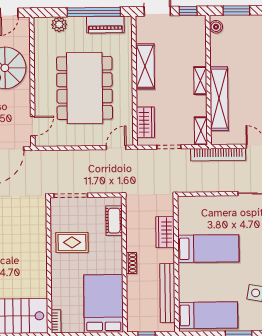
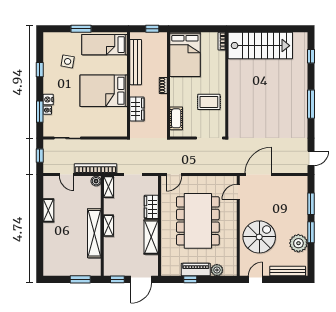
window: (94, 12) -> (190, 279), width x0.32
piano: (105, 25) -> (196, 270), moved
boiler: (216, 27) -> (96, 181), moved
shelving: (219, 99) -> (94, 233), moved
wardrobe: (145, 122) -> (151, 207), moved
bed: (208, 249) -> (104, 91), width x1.50

